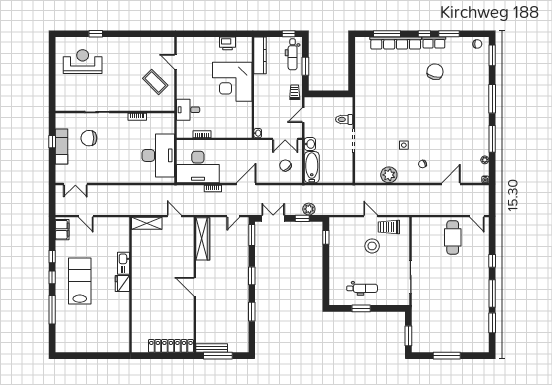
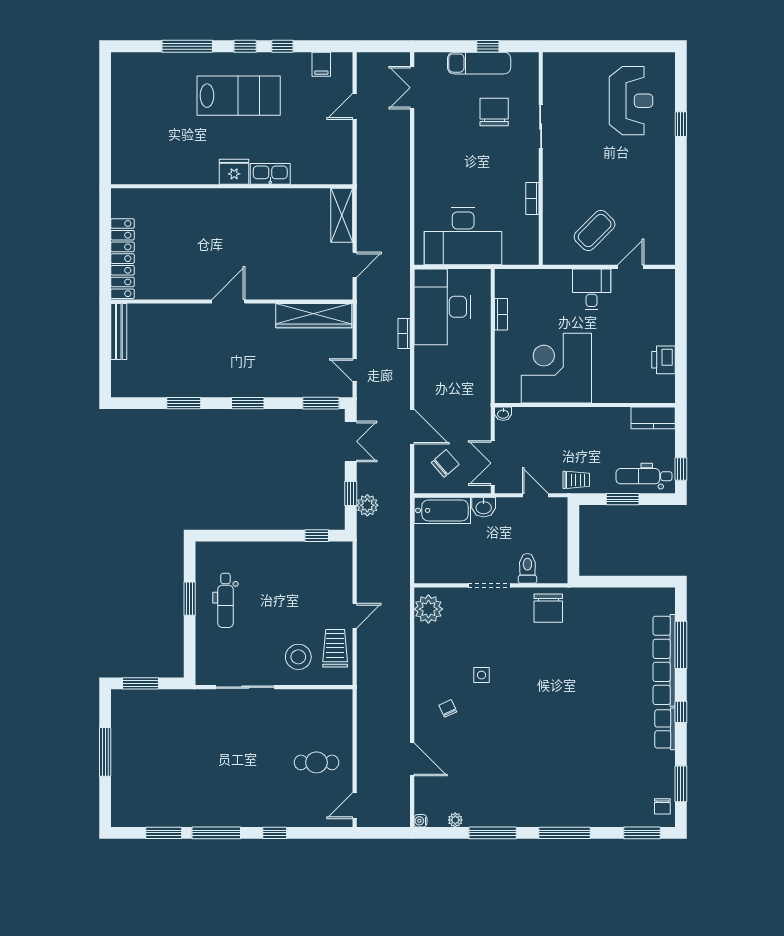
window: (449, 34) -> (681, 784), moved
kitchen counter: (260, 55) -> (653, 418), width x0.67
chair: (435, 72) -> (548, 608), moved, turned 76
corner desk: (232, 82) -> (556, 368), moved
desk: (188, 110) -> (592, 289), moved
plant: (389, 175) -> (428, 609), moved
door: (246, 184) -> (412, 427), moved
filing cabinet: (62, 230) -> (321, 64), width x0.50
cafe table: (453, 237) -> (316, 762), width x0.73, depth x0.74
stool: (372, 246) -> (298, 657), moved
window: (218, 356) -> (105, 343), removed

